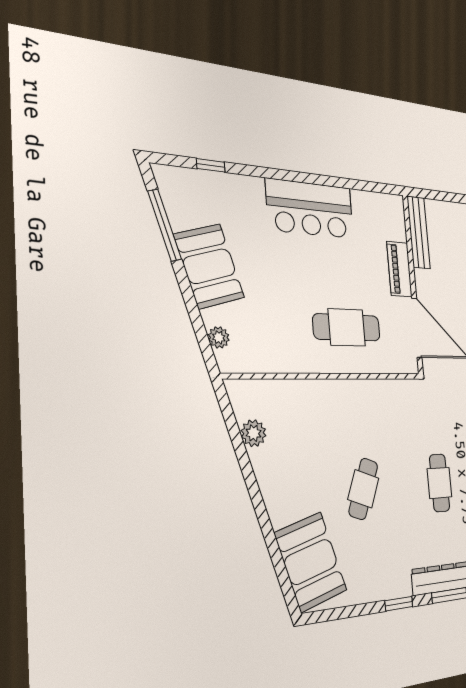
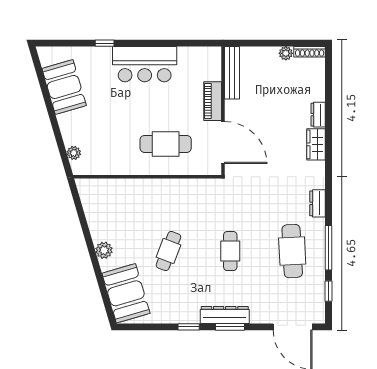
window: (211, 165) -> (105, 43), moved
window: (164, 225) -> (43, 85), removed
booth: (209, 266) -> (64, 87), moved
plant: (253, 433) -> (104, 250), moved

